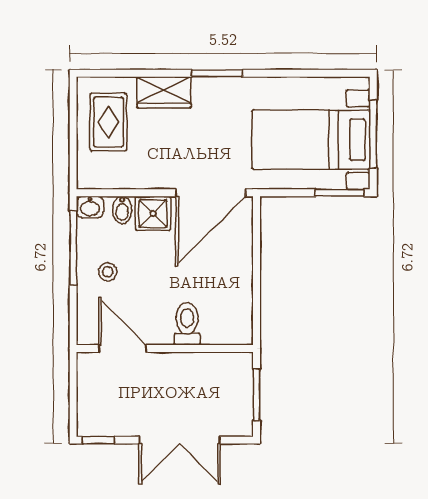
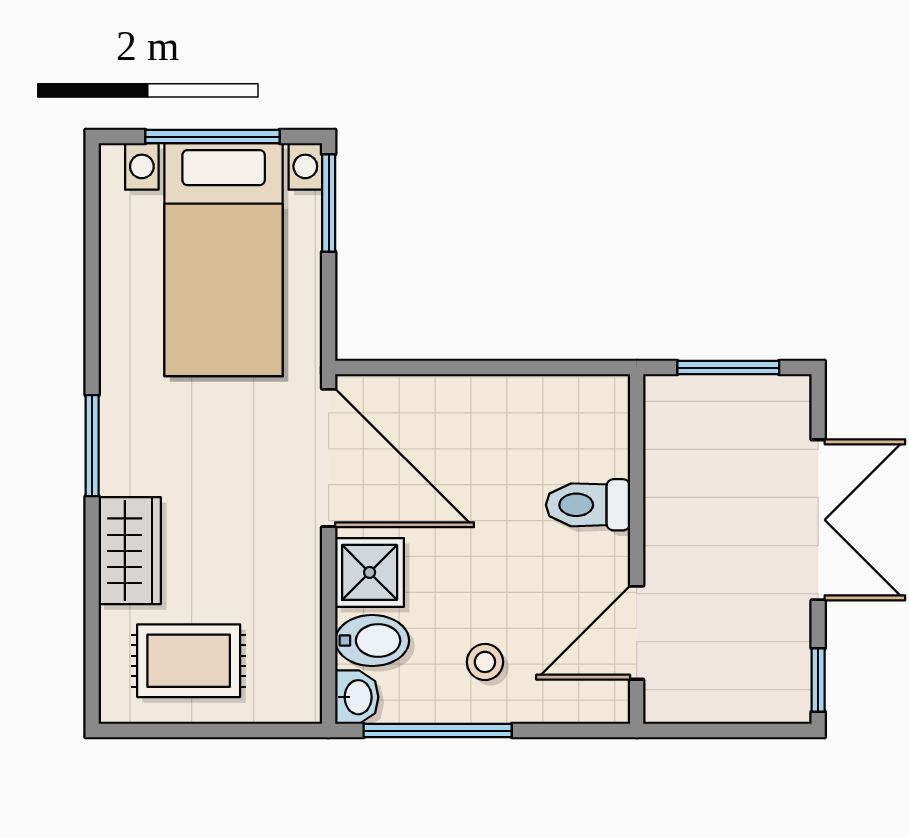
bidet: (122, 210) -> (372, 641), width x1.38, depth x1.36

